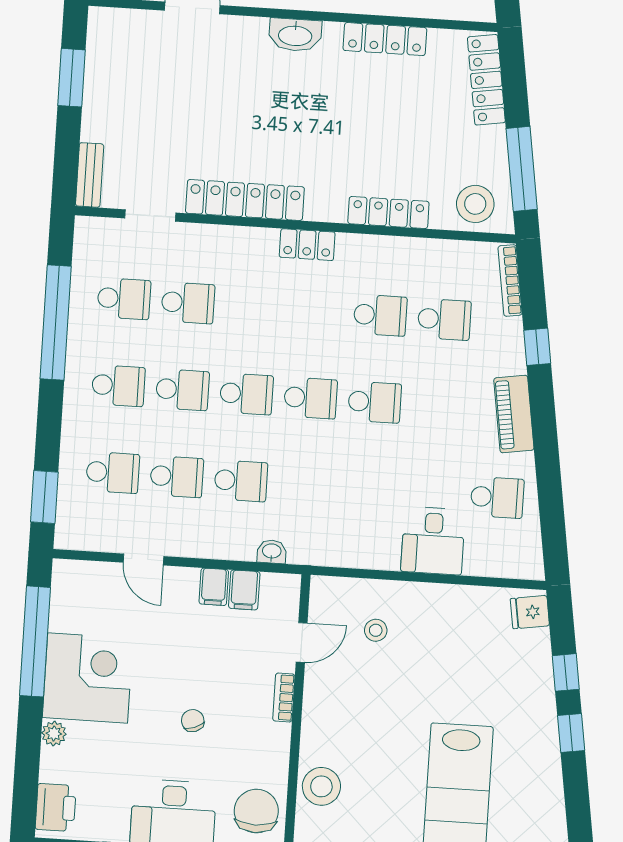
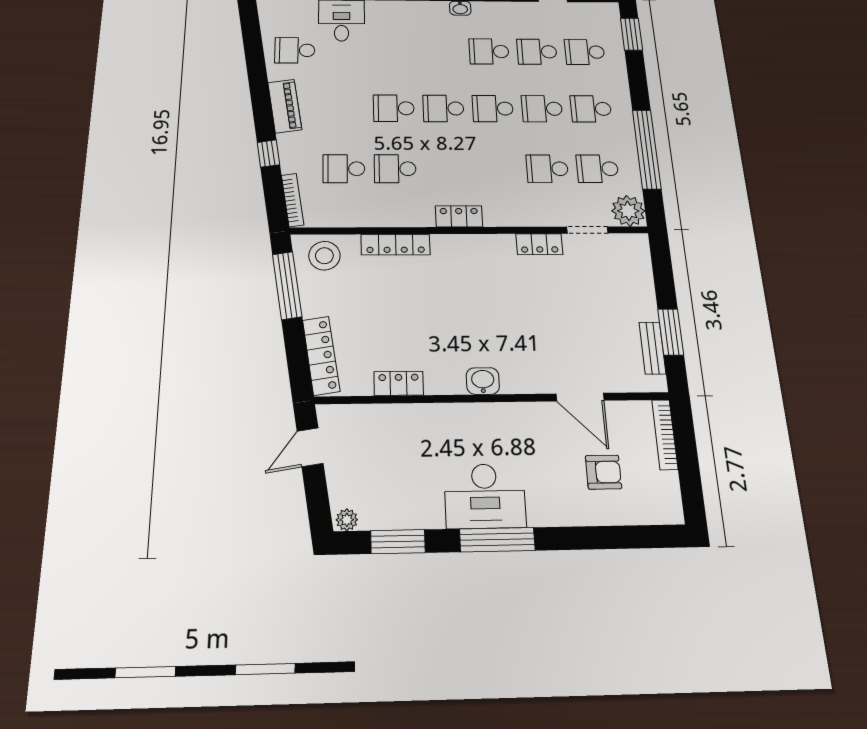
washbasin: (295, 35) -> (483, 381), width x0.72
locker: (385, 39) -> (399, 383), width x0.66
bench: (90, 175) -> (652, 348), moved
locker: (245, 200) -> (539, 244), width x0.46, depth x0.83
plant: (95, 238) -> (628, 211), added

